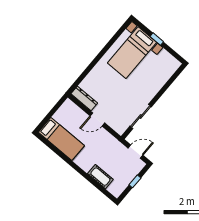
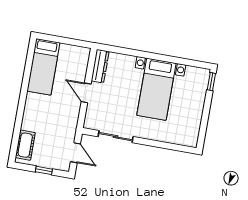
window: (157, 39) -> (211, 82), moved
bed with nightstands: (132, 53) -> (156, 89), moved, turned -90
cot: (100, 177) -> (25, 145), moved

